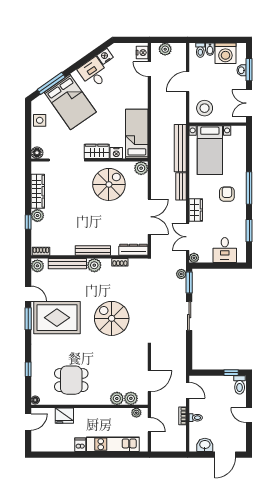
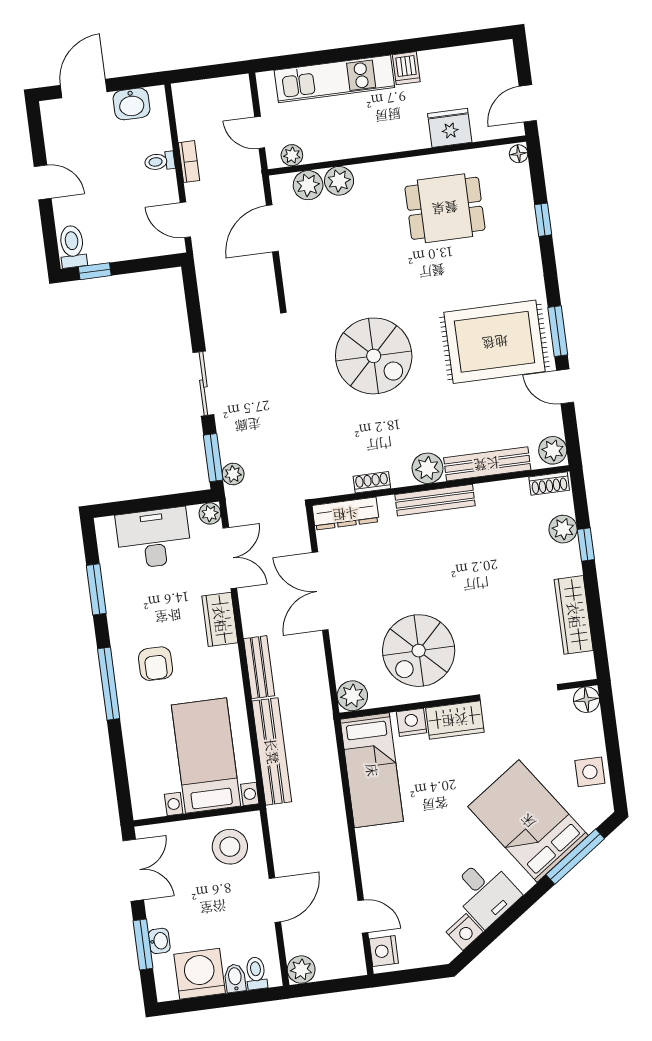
plant: (165, 49) -> (301, 970), moved
plant: (37, 216) -> (563, 529), moved
desk: (225, 250) -> (154, 538), width x1.37

